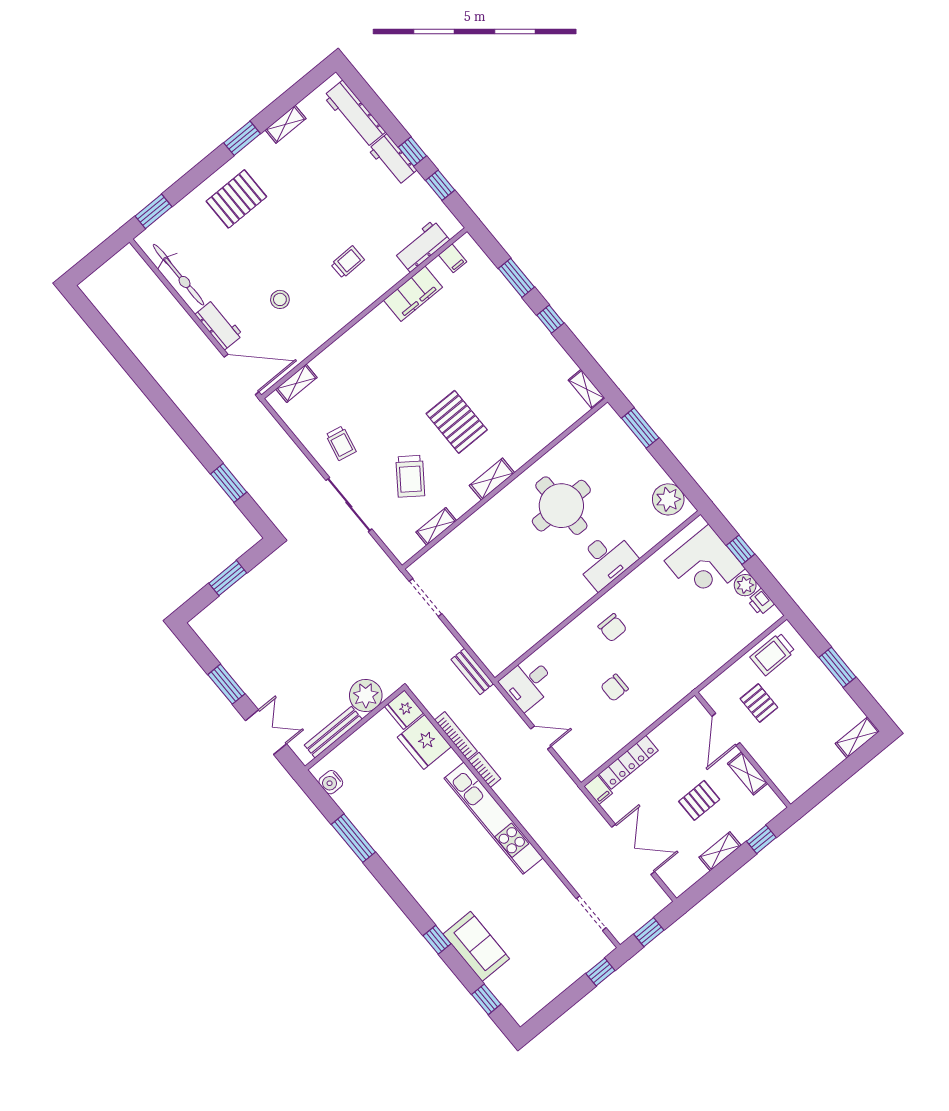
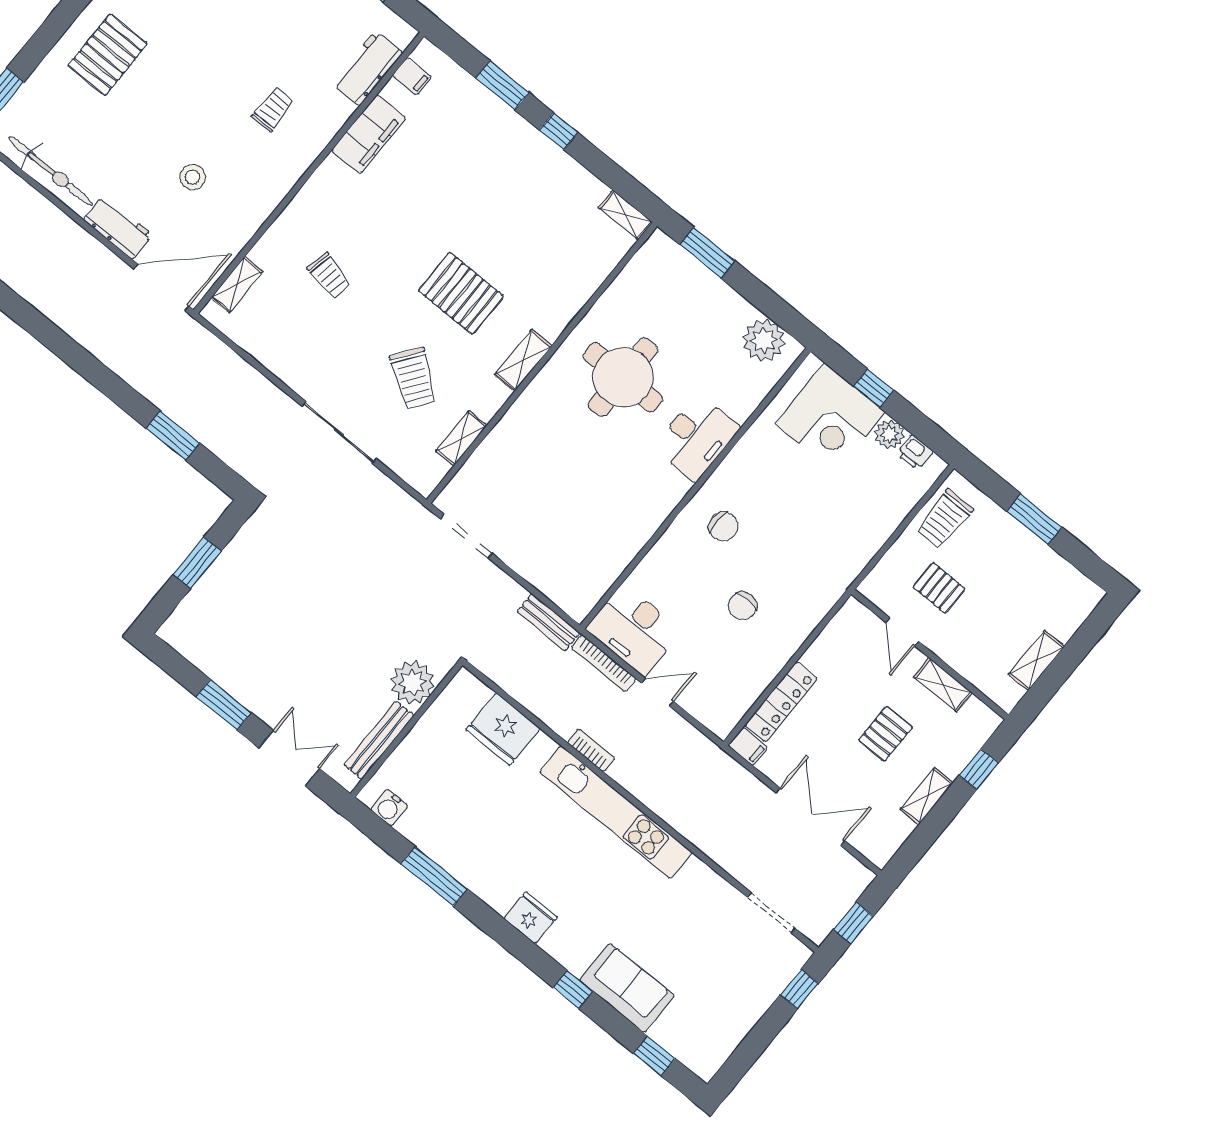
trolley: (341, 443) -> (329, 276), moved
desk: (528, 683) -> (634, 630), width x1.37
fridge: (404, 710) -> (531, 918), moved, turned 180
door: (726, 729) -> (902, 632), width x0.73
bookcase: (456, 736) -> (604, 663), moved, turned 180
shelving: (857, 737) -> (1037, 660), moved

